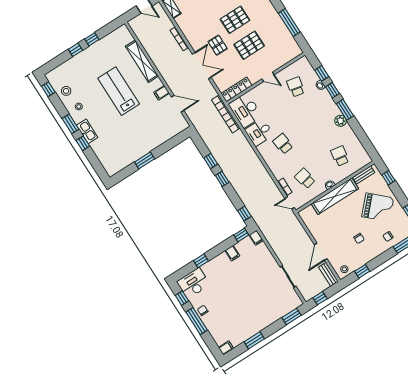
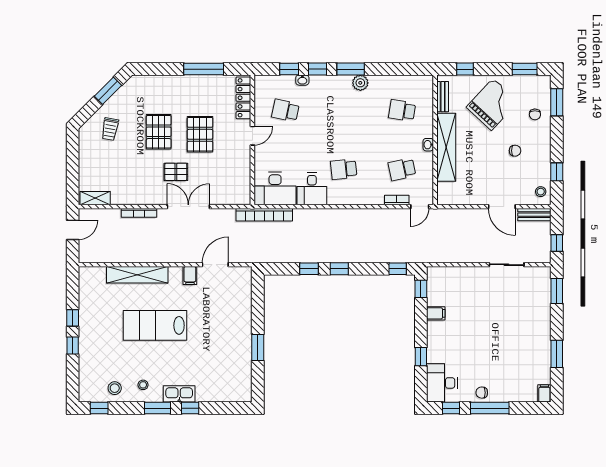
locker: (237, 89) -> (243, 98), moved
filing cabinet: (256, 238) -> (436, 273), removed

